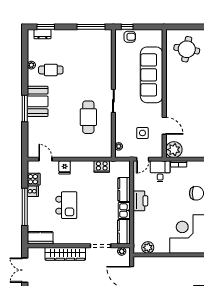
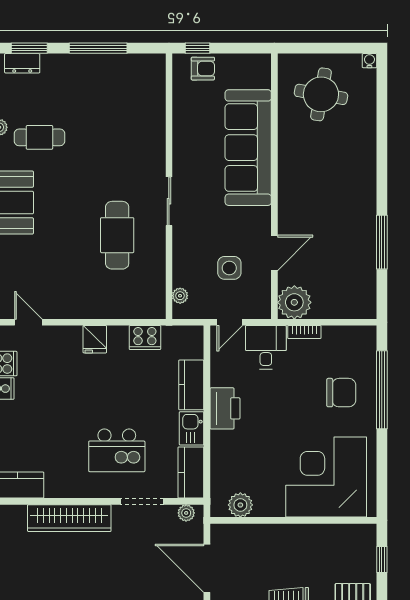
window: (91, 27) -> (98, 48), moved
door: (164, 126) -> (274, 253), hinge flipped
fridge: (65, 167) -> (95, 339), moved
kitchen island: (66, 205) -> (117, 450), moved, turned 90

